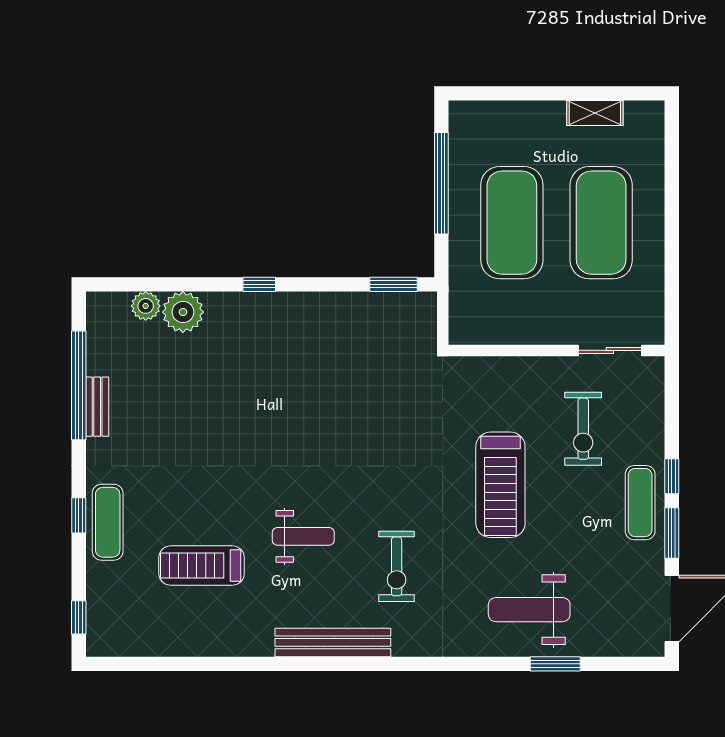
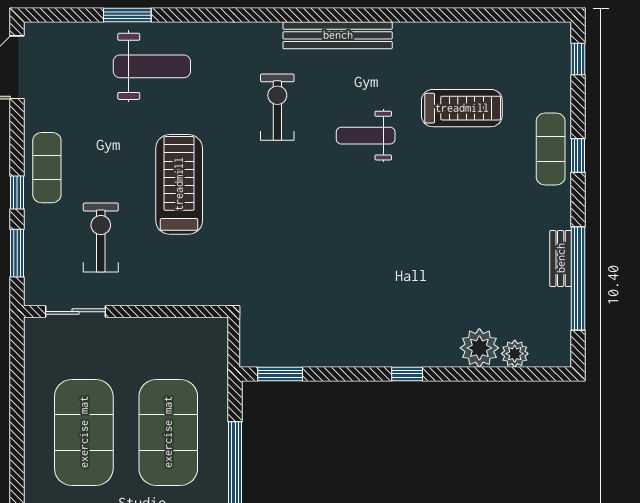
window: (672, 533) -> (17, 253), moved

